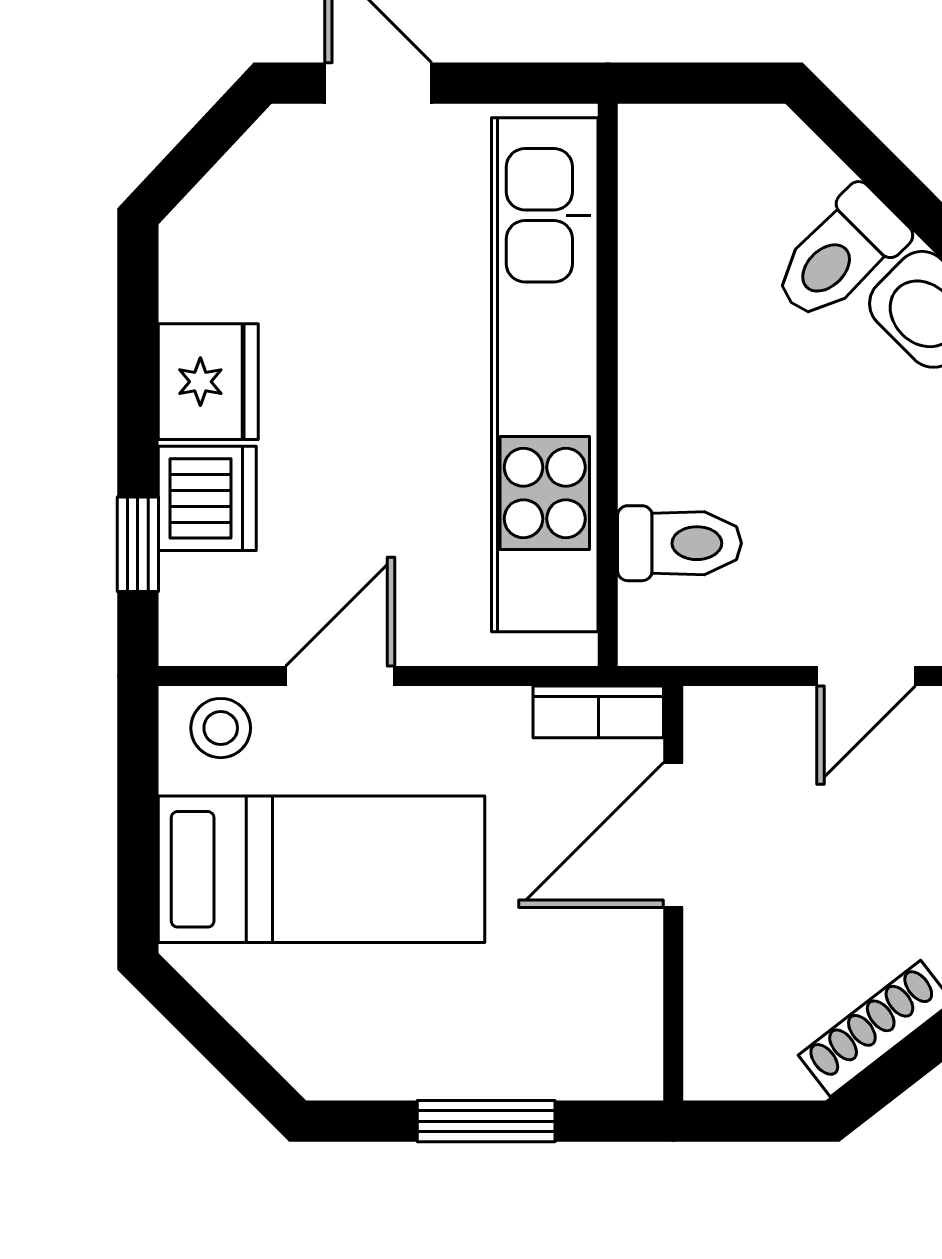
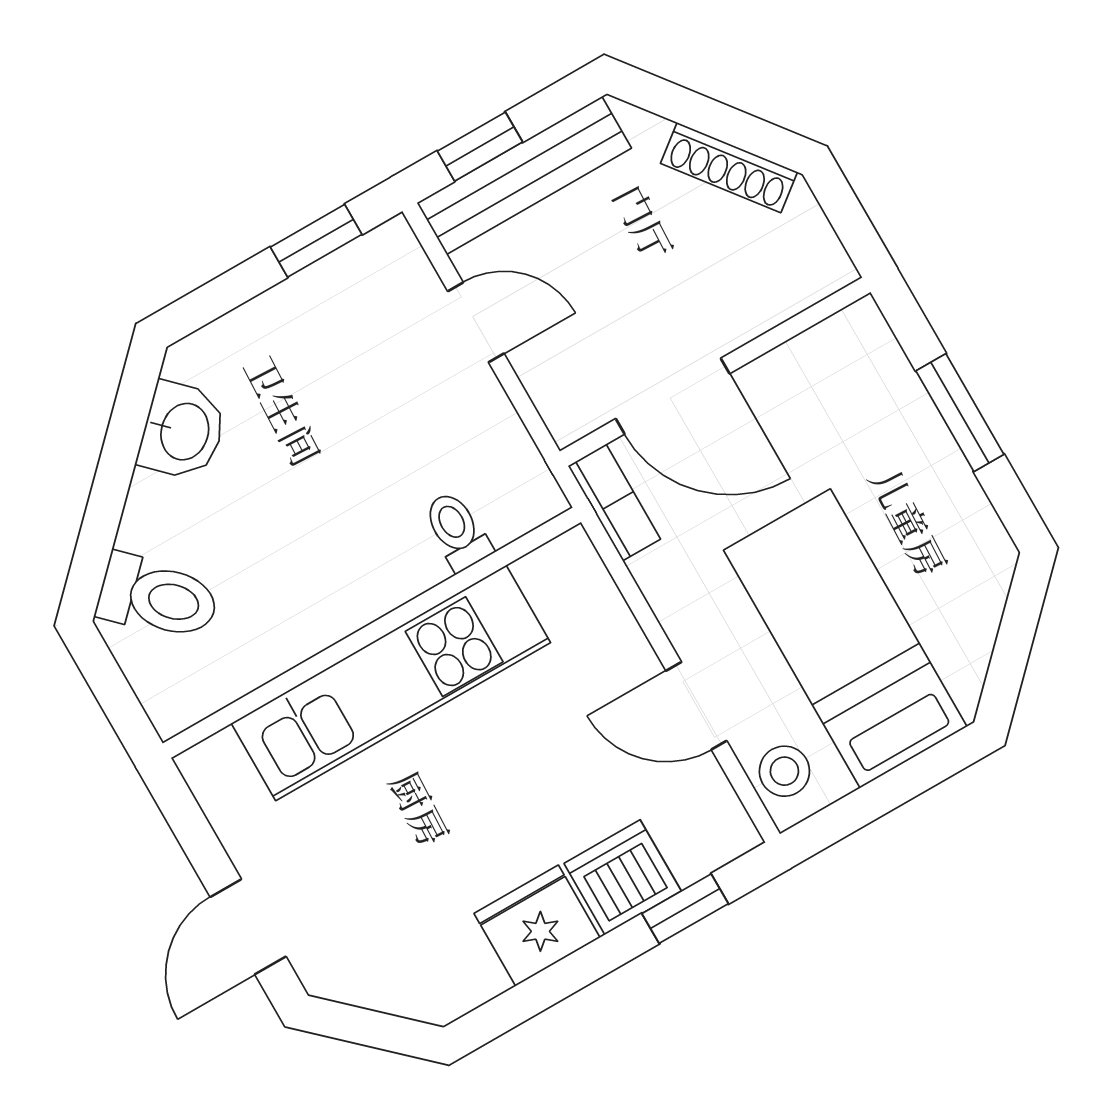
toilet: (840, 254) -> (158, 598), moved
kitchen unit: (545, 375) -> (391, 683), width x0.73
toilet: (679, 543) -> (457, 531), width x0.73, depth x0.72

